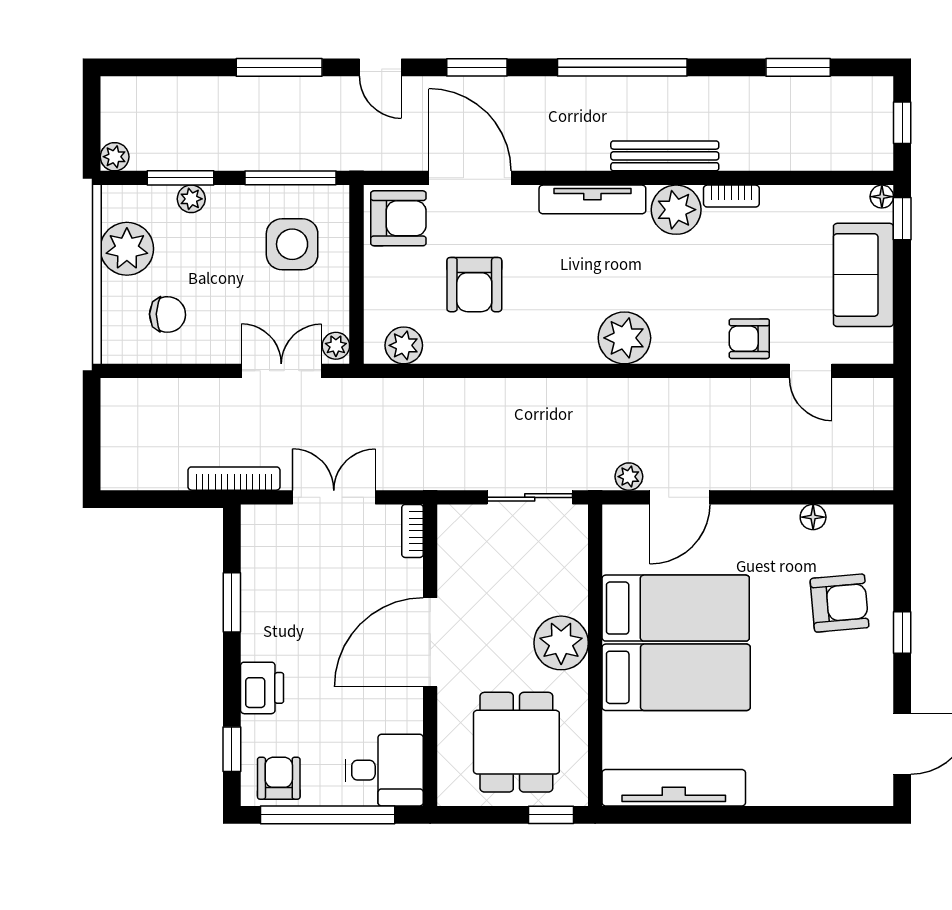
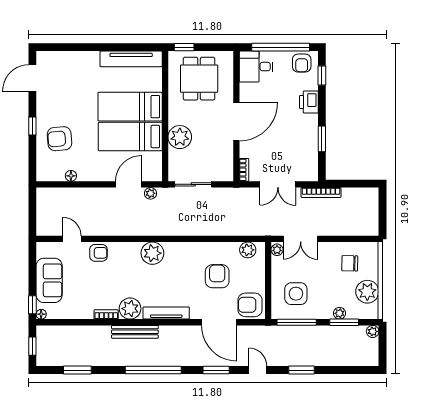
window: (279, 67) -> (302, 370), width x0.69
plant: (561, 643) -> (180, 137), moved

